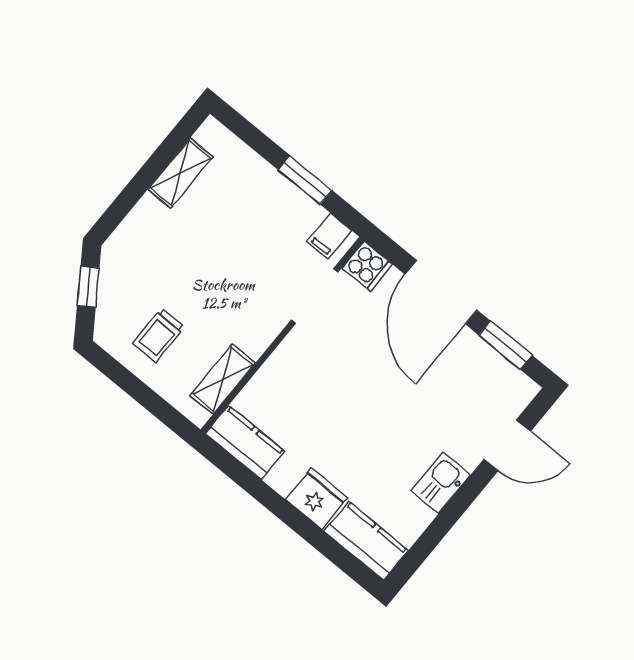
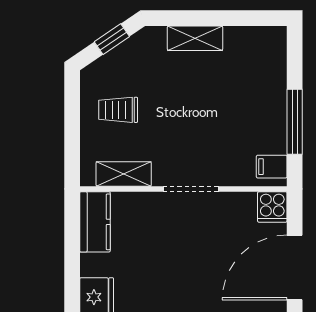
shelving: (180, 173) -> (195, 38), moved
window: (305, 180) -> (295, 122), width x1.44
doorway: (314, 296) -> (191, 189), moved

